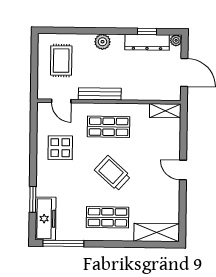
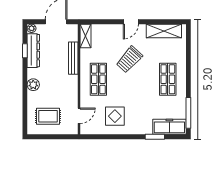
bench: (100, 94) -> (73, 58), moved
trolley: (113, 173) -> (129, 59), moved
shelving: (157, 233) -> (164, 31), moved, turned 90

